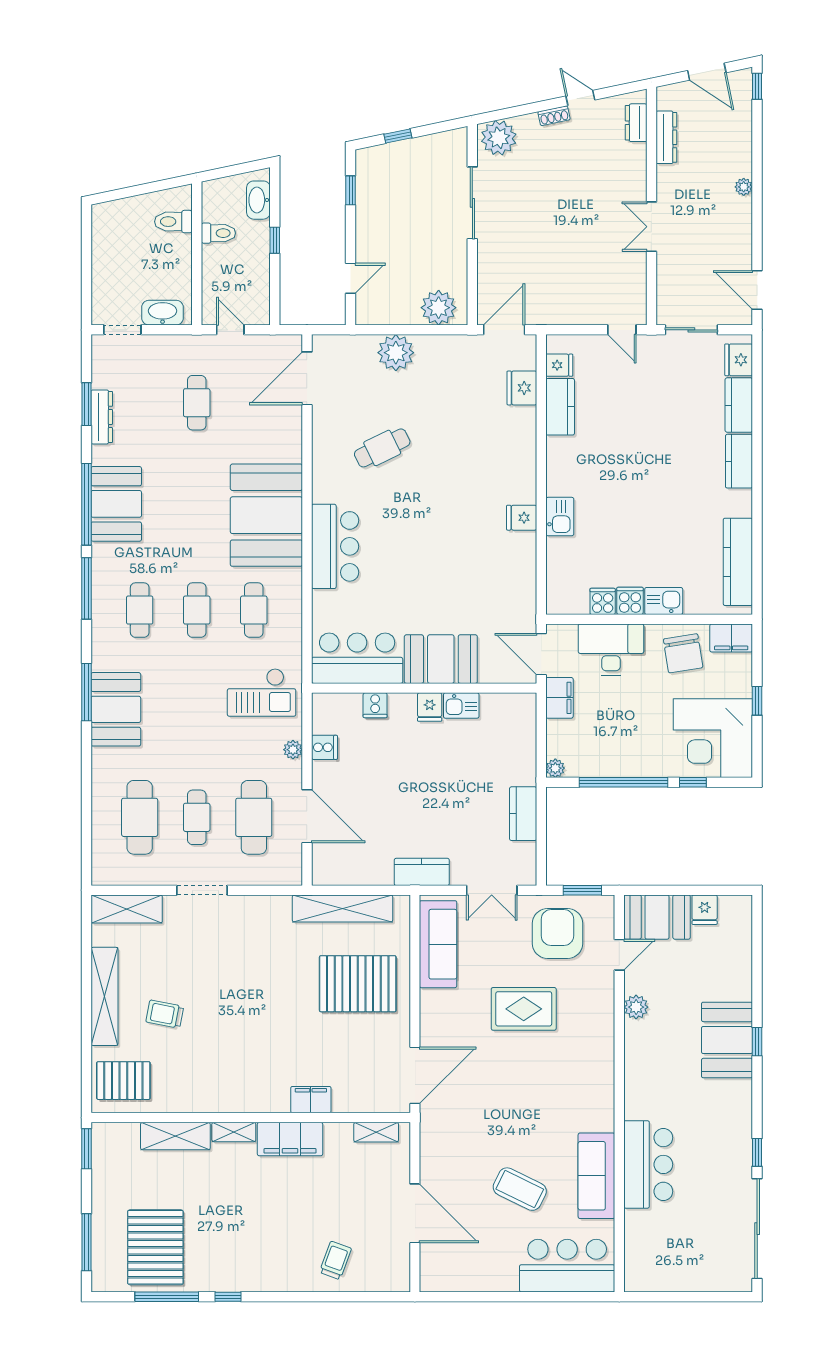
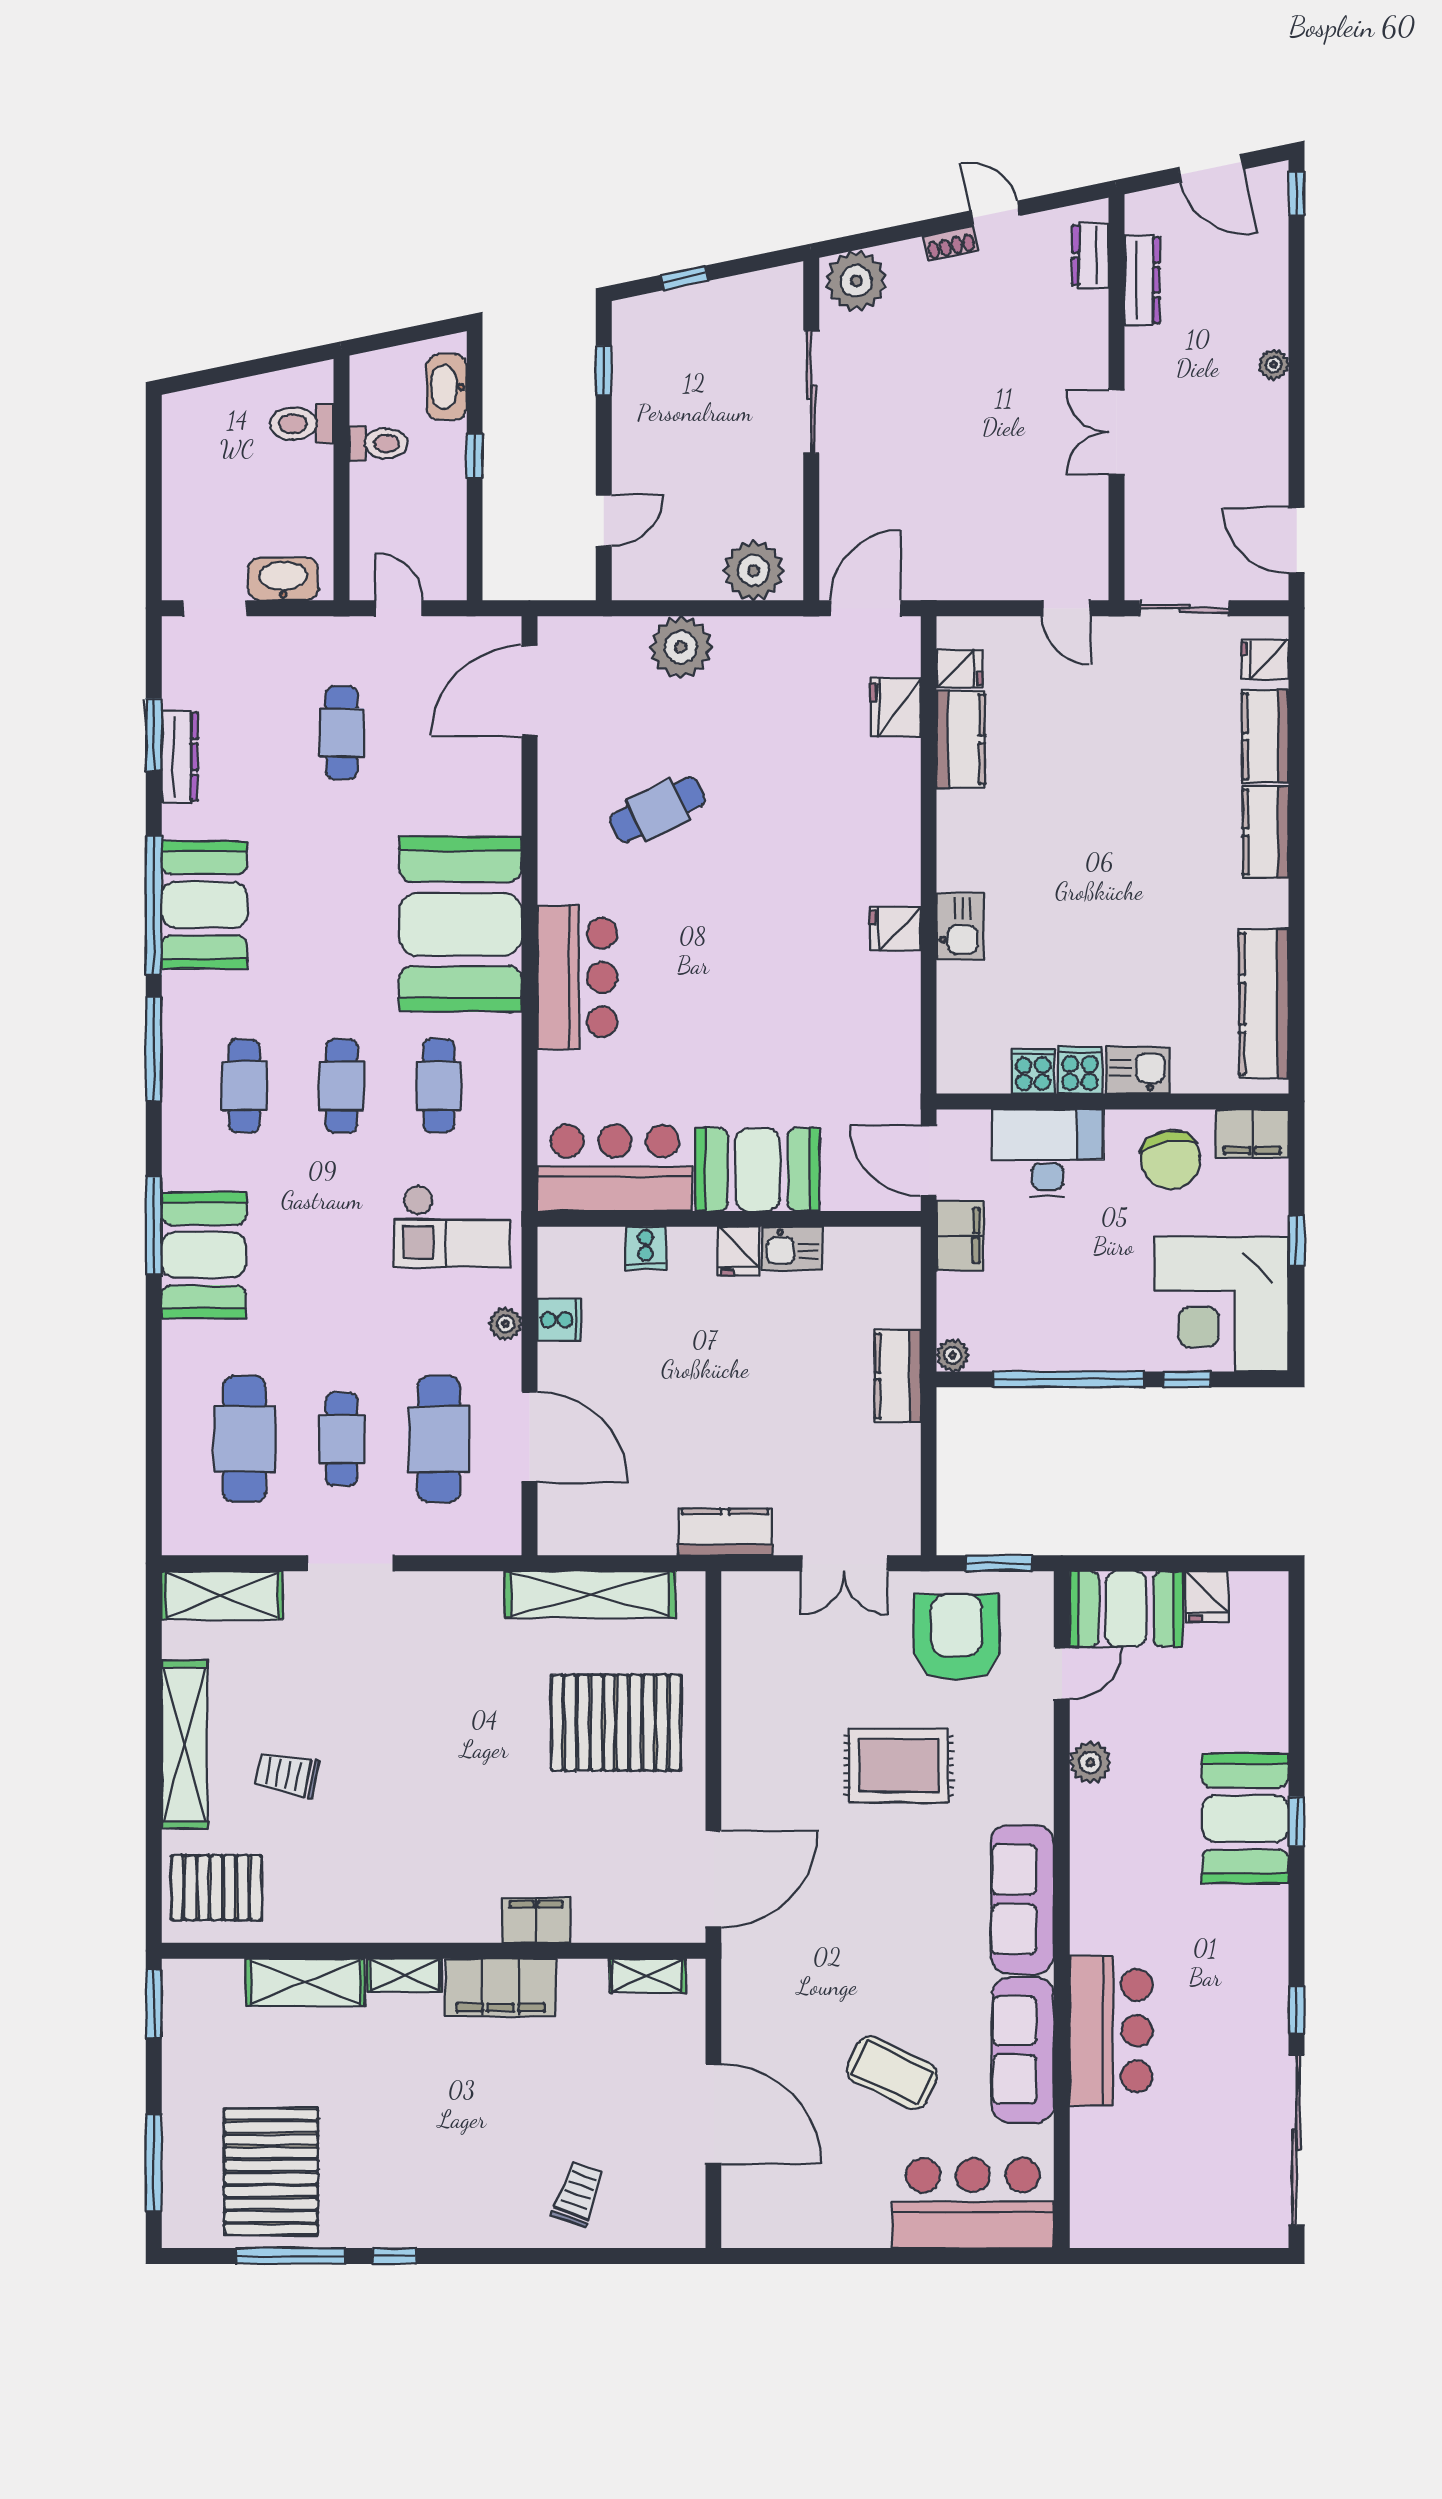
fridge: (739, 360) -> (1265, 659), width x0.72
kitchen counter: (523, 814) -> (898, 1376), moved
sofa: (438, 944) -> (1022, 1899), moved, turned 180

